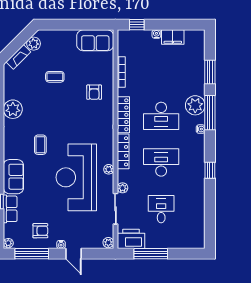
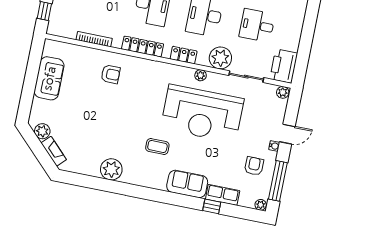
sofa: (95, 40) -> (49, 78), moved
coffee table: (55, 77) -> (84, 115), removed
locker: (123, 151) -> (184, 55), width x0.66
plant: (123, 188) -> (220, 58), width x1.87, depth x1.87
window: (151, 254) -> (305, 47), removed

